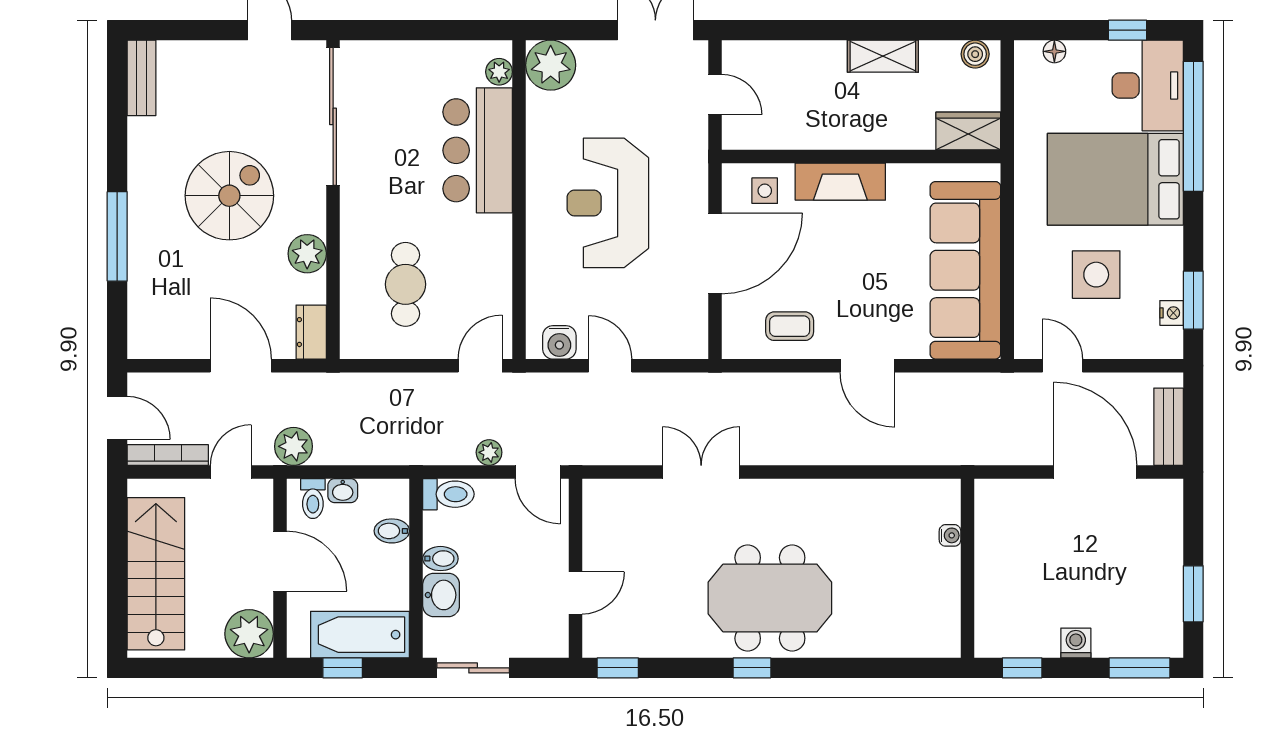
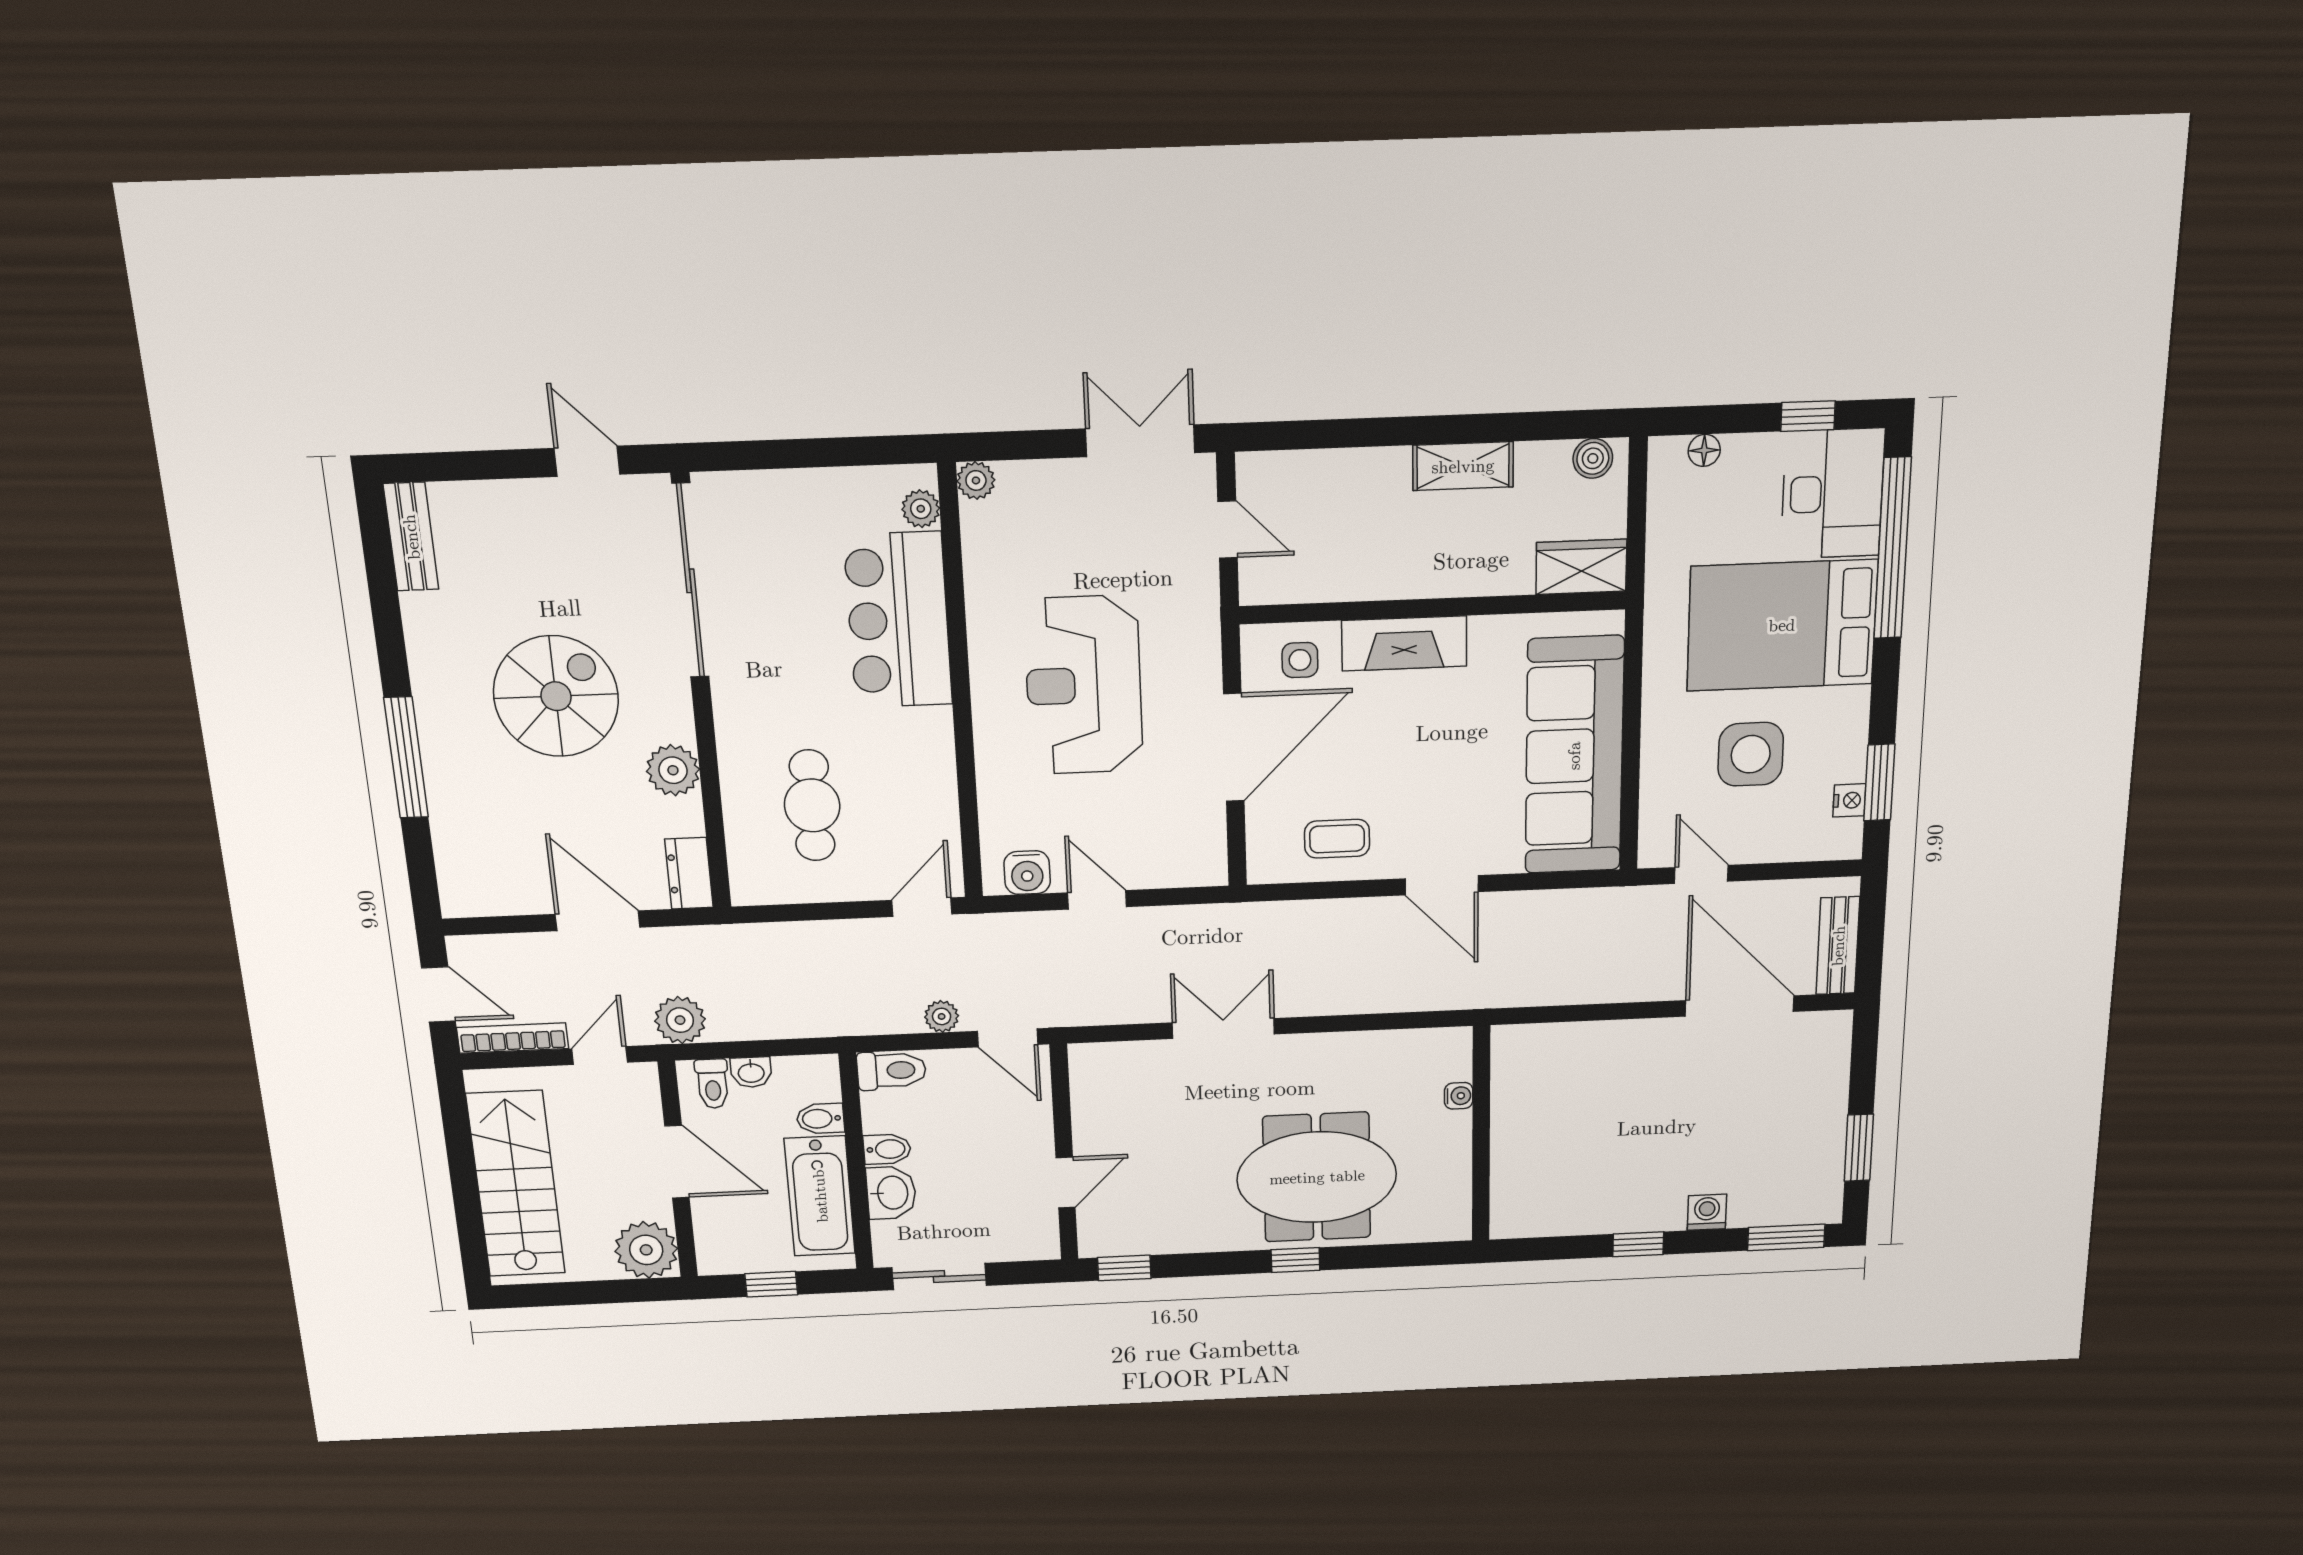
plant: (551, 65) -> (976, 480), width x0.53, depth x0.53
water cooler: (950, 535) -> (1459, 1096), moved
wall: (967, 568) -> (1481, 1134), moved
bathtub: (360, 635) -> (820, 1196), moved, turned -90

